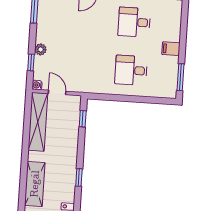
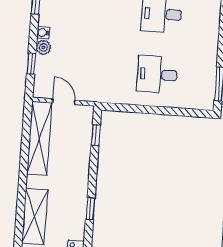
filing cabinet: (171, 49) -> (207, 48), removed
water cooler: (37, 85) -> (43, 33), moved

